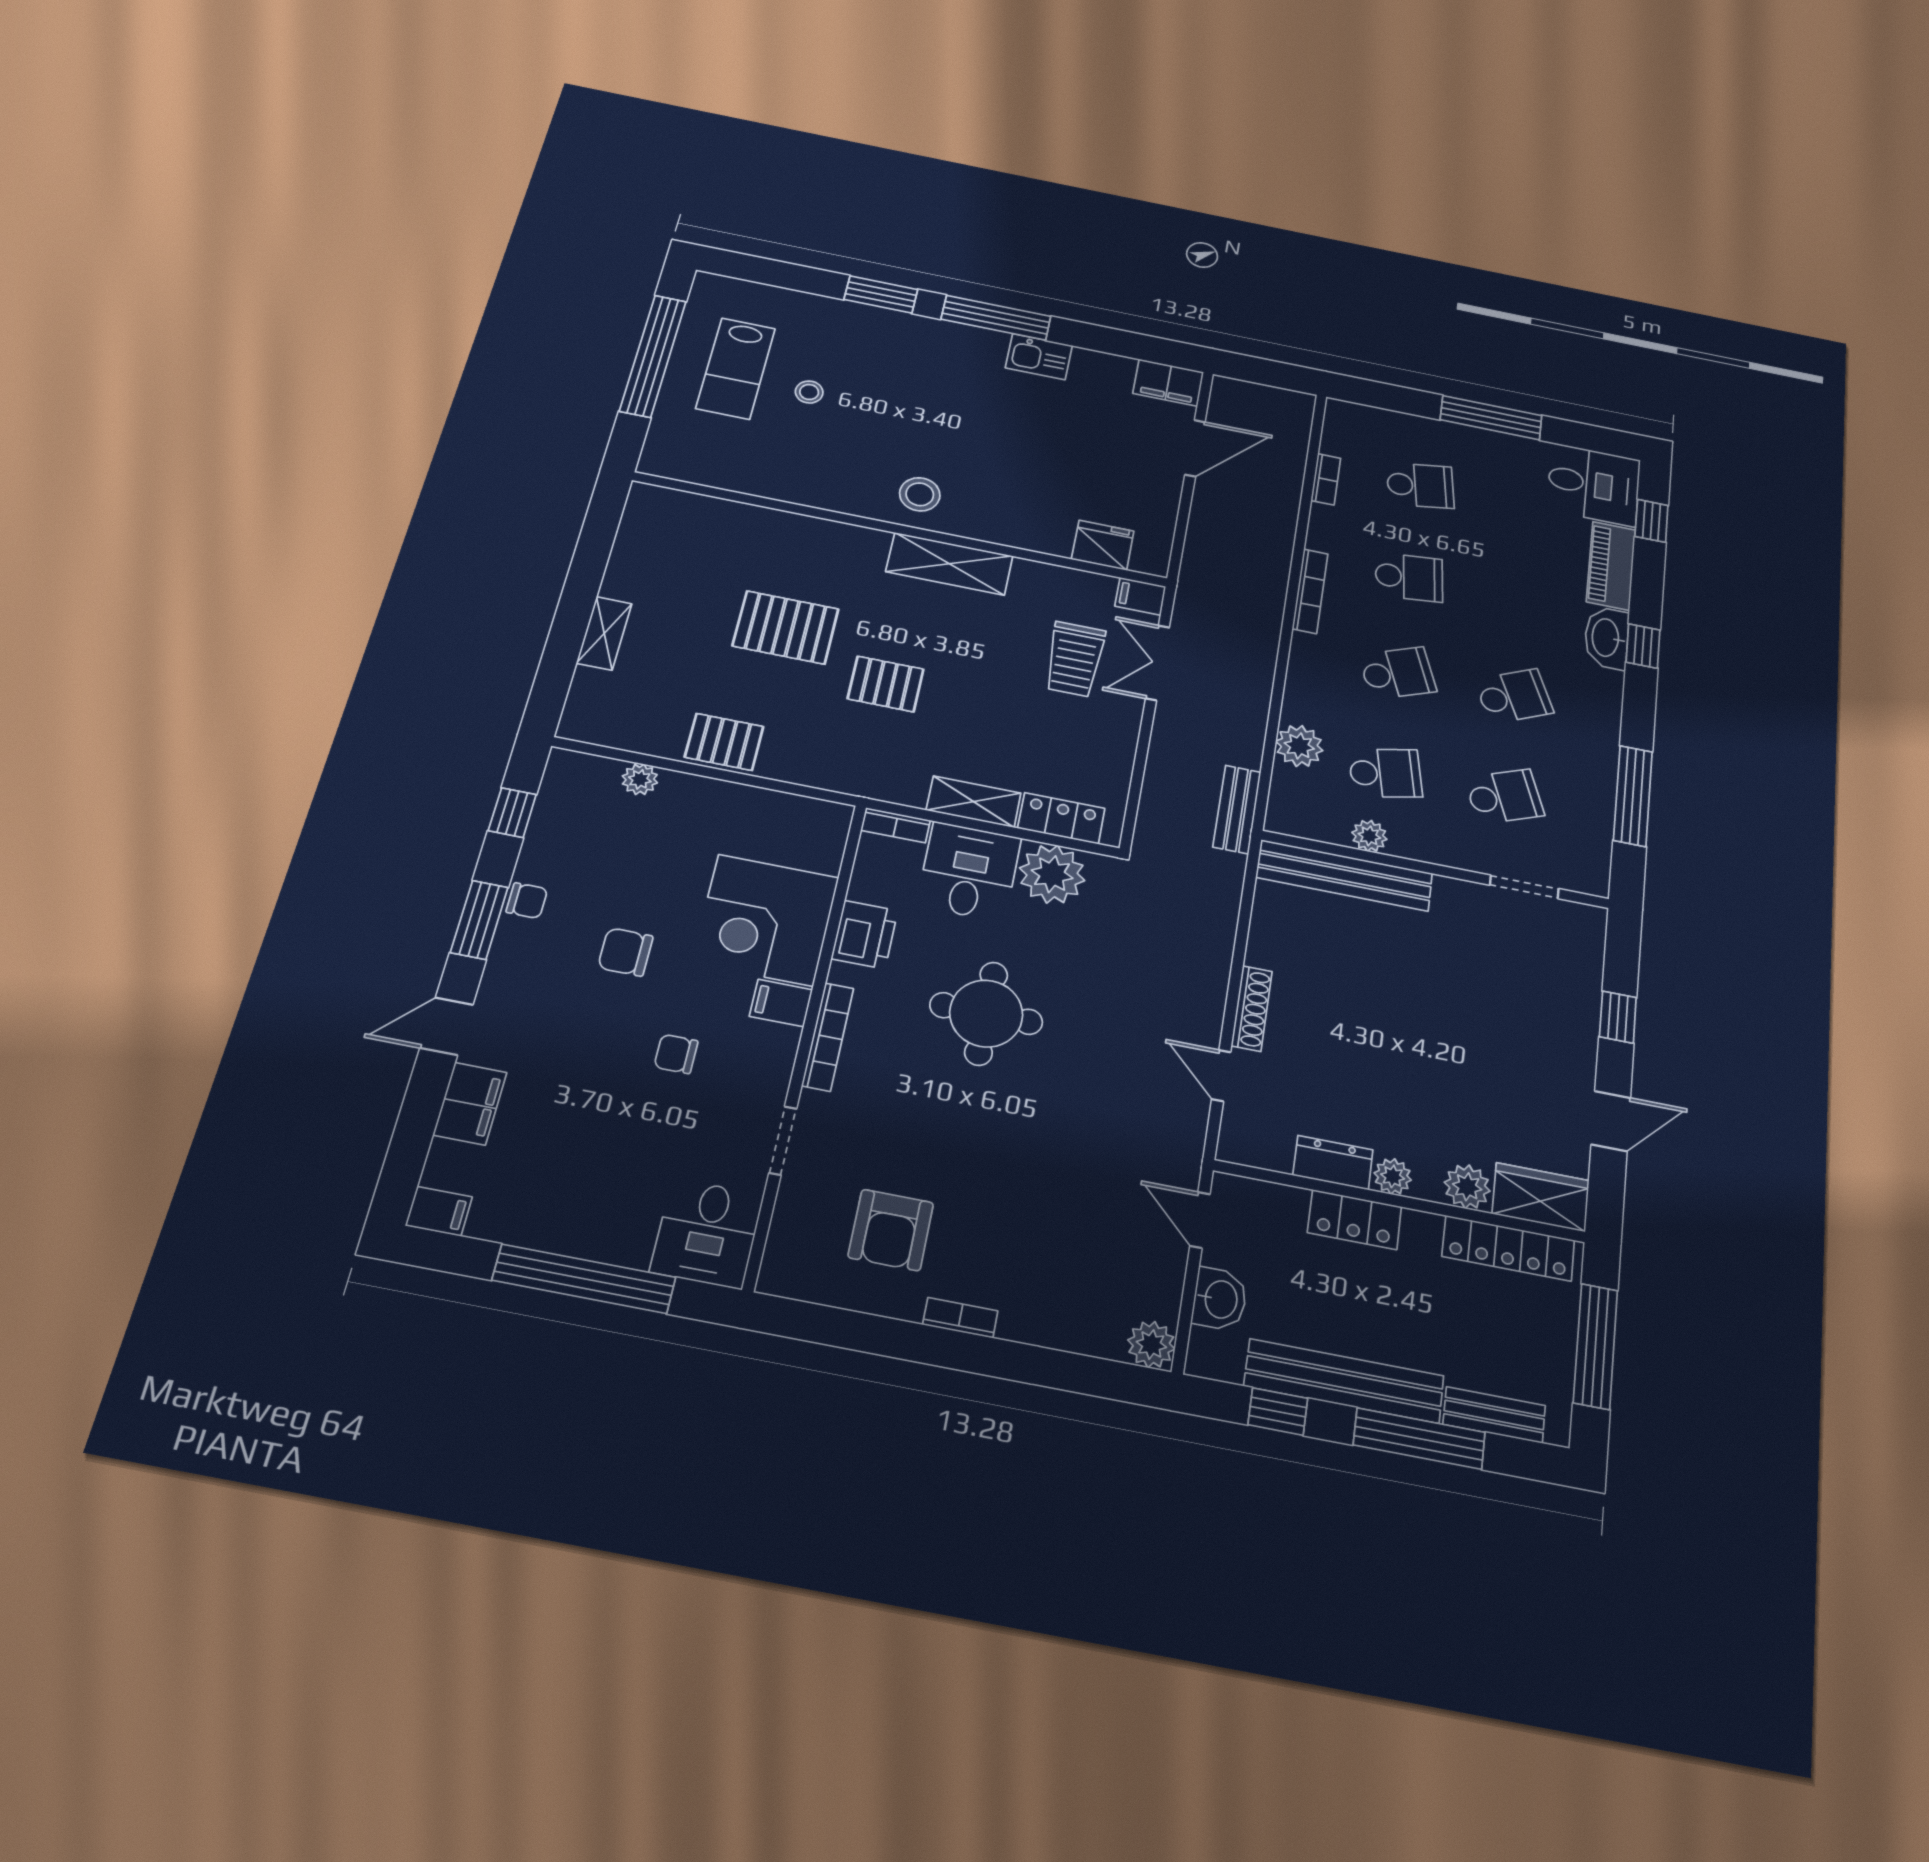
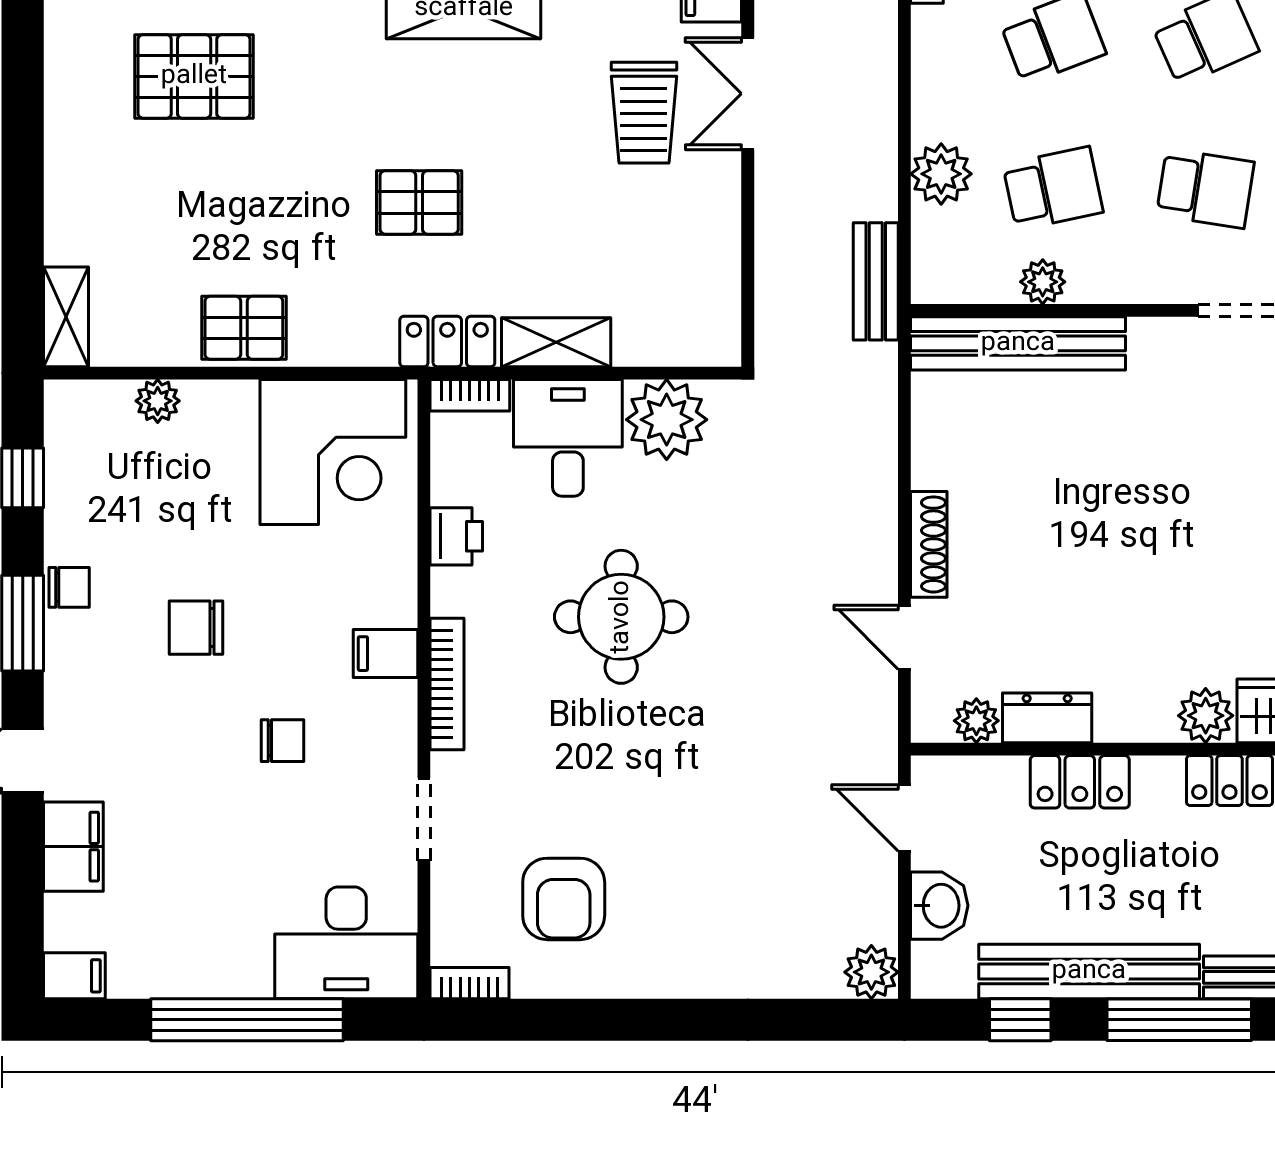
pallet: (786, 627) -> (194, 76), moved
shelving: (604, 633) -> (66, 317), moved
school desk: (1504, 797) -> (1205, 188), turned 30
locker: (1061, 818) -> (447, 341), moved
corner desk: (765, 920) -> (333, 452), moved, turned -90
printer: (865, 935) -> (456, 536), width x0.73, depth x0.81
chair: (676, 1054) -> (283, 741), turned 180
plant: (1393, 1176) -> (976, 721), moved
desk: (707, 1233) -> (346, 943), width x1.37
bookcase: (960, 1318) -> (470, 983), moved

